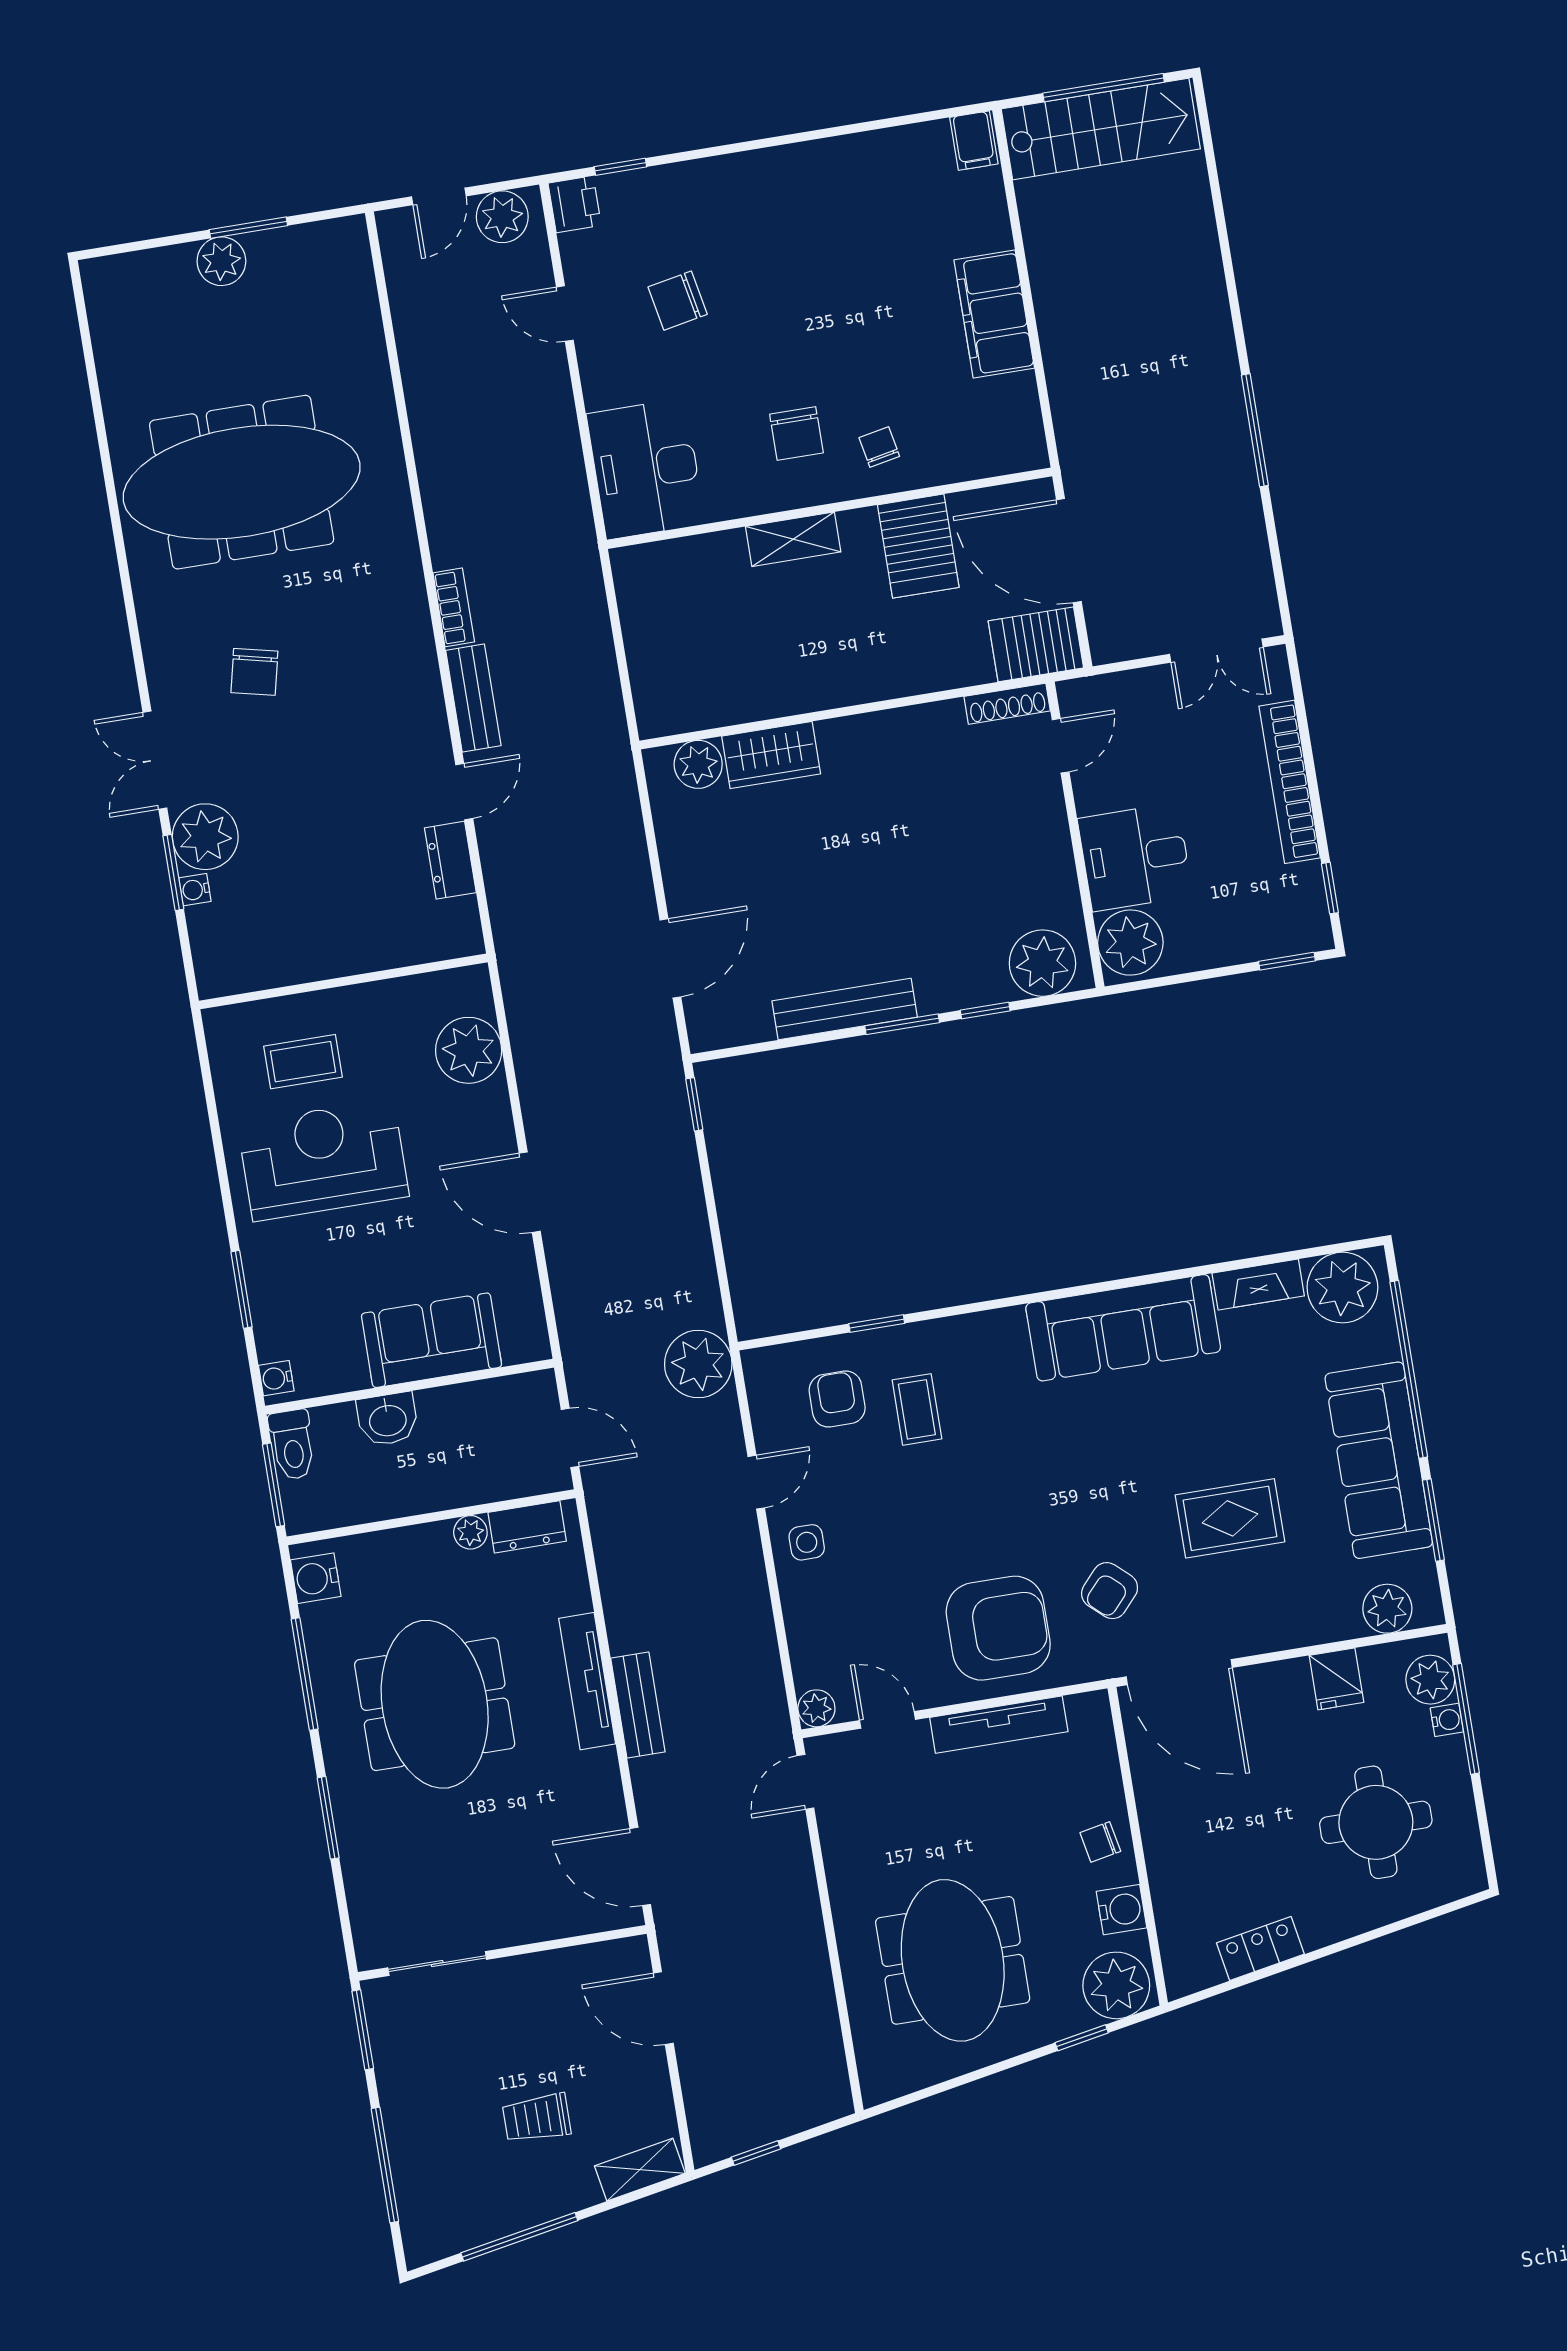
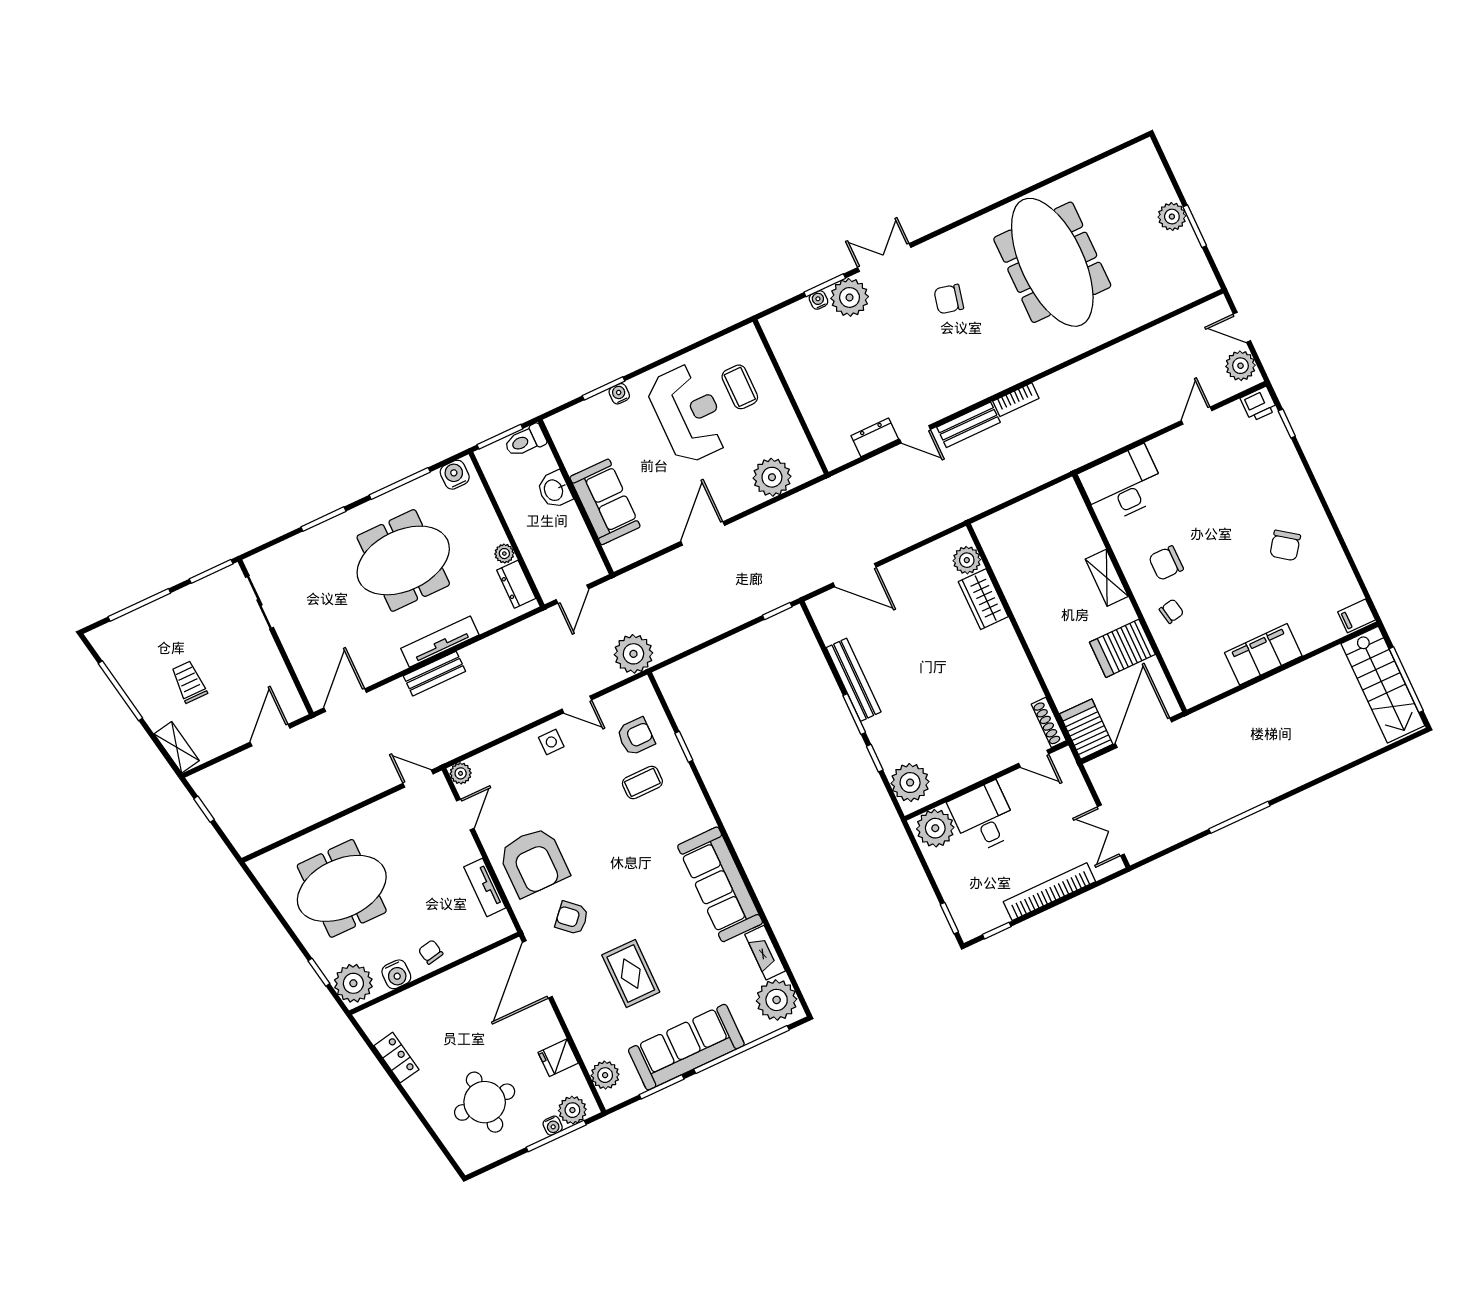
chair: (678, 301) -> (1285, 545), moved, turned -133
water cooler: (276, 1378) -> (619, 394), moved
tv unit: (999, 1725) -> (485, 887), width x0.71

